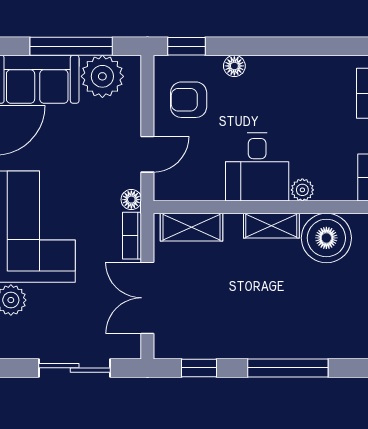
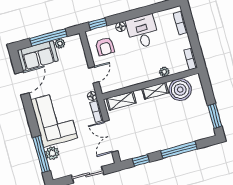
plant: (102, 76) -> (60, 44), width x0.53, depth x0.53
armchair: (189, 100) -> (105, 47), turned -90
desk: (257, 167) -> (143, 31), moved, turned 180

